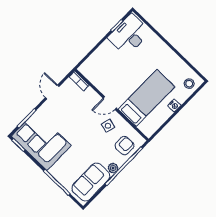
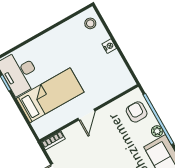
bed: (146, 98) -> (50, 95), moved, turned 90
side table: (108, 126) -> (110, 124), removed

